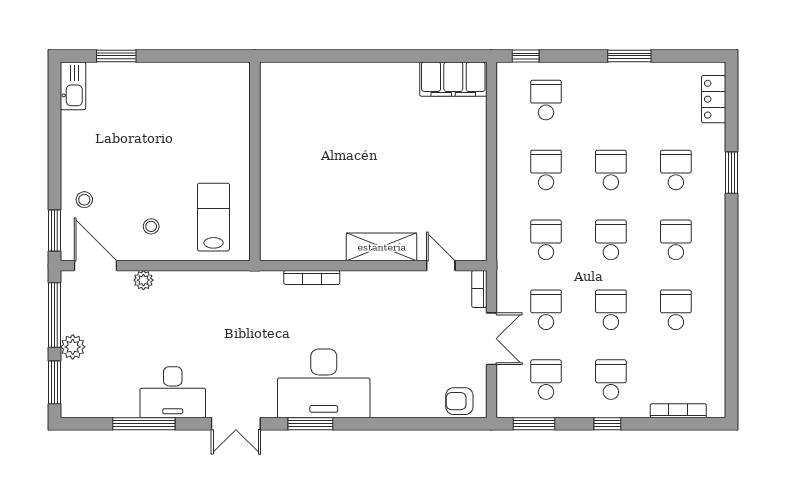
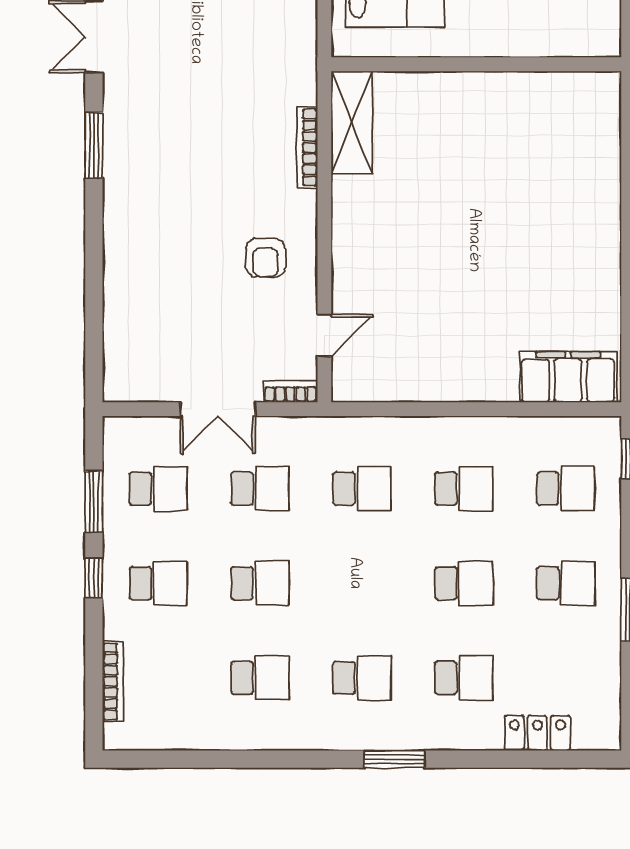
filing cabinet: (453, 79) -> (568, 377), moved, turned 90
locker: (714, 99) -> (537, 733), moved
window: (732, 173) -> (395, 759), moved
school desk: (611, 240) -> (566, 583), moved
shelving: (382, 247) -> (352, 122), moved
desk: (324, 383) -> (153, 165), removed
armchair: (459, 401) -> (266, 258), moved, turned 180
window: (534, 424) -> (94, 502), moved

